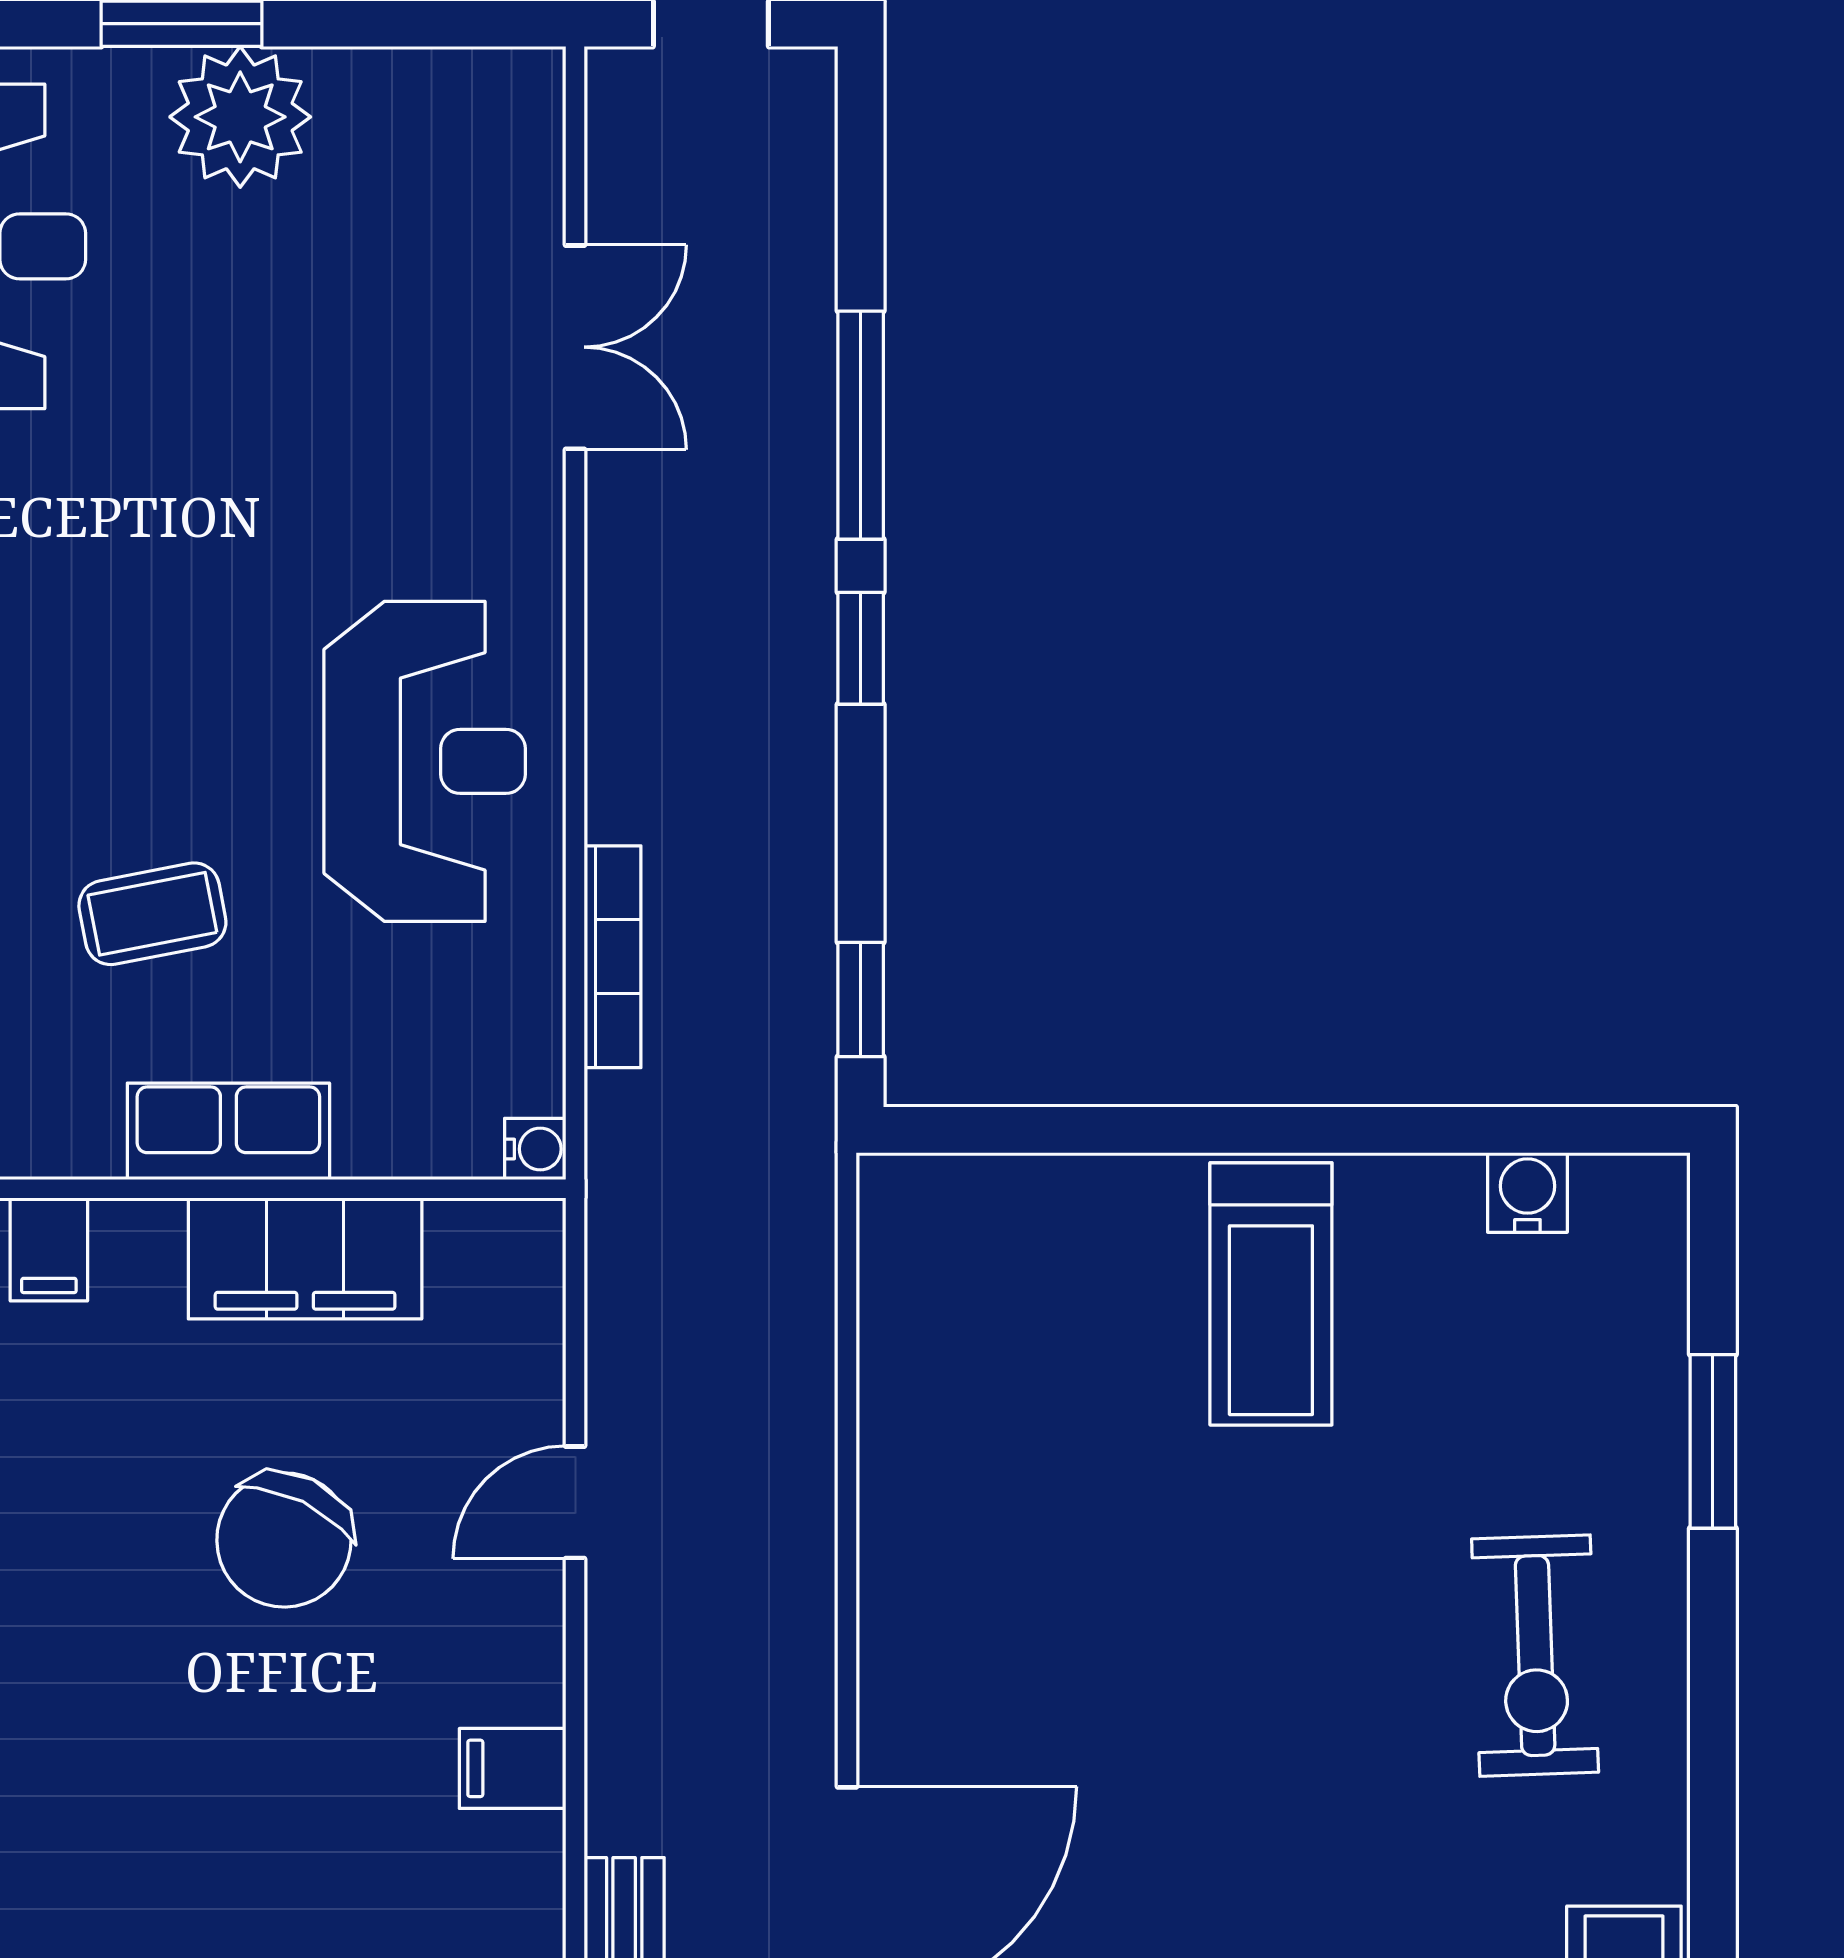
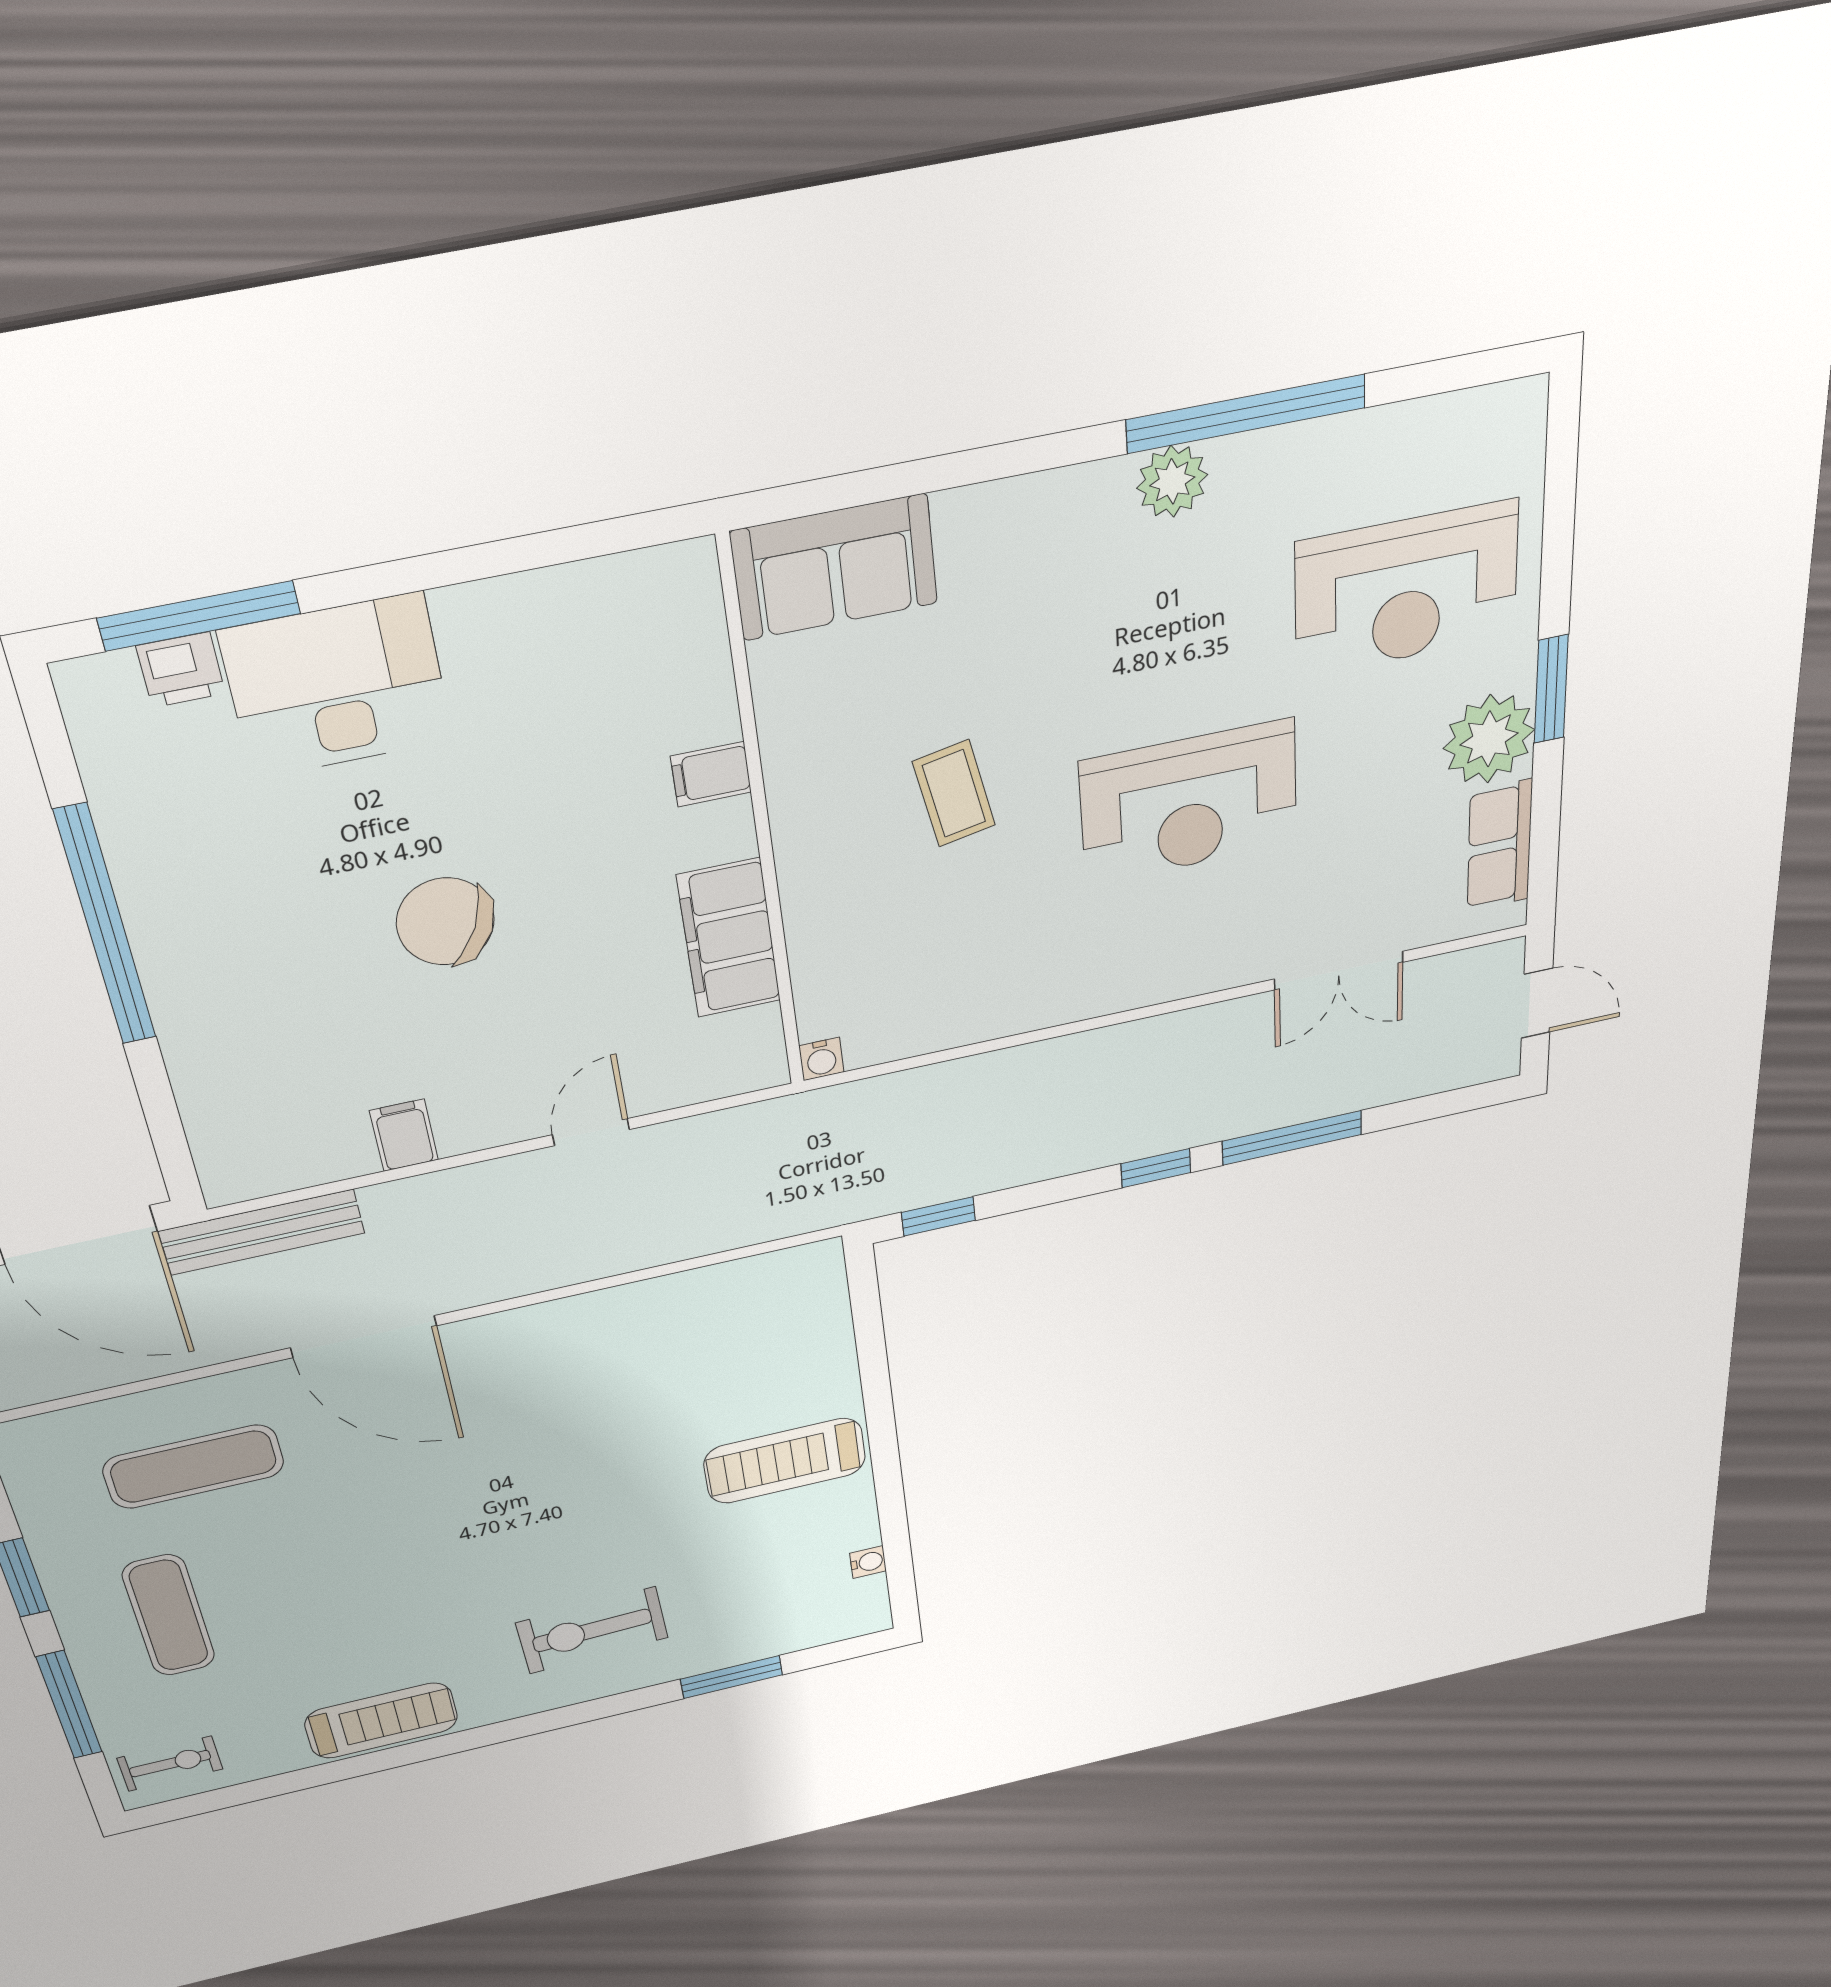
reception desk: (425, 761) -> (1189, 803), moved
bookcase: (613, 957) -> (952, 1076), removed
row of seats: (228, 1131) -> (1500, 845), moved, turned 180
water cooler: (1527, 1192) -> (868, 1562), width x0.72, depth x0.72
door: (575, 1502) -> (591, 1132), hinge flipped
chair: (284, 1540) -> (445, 922), moved

